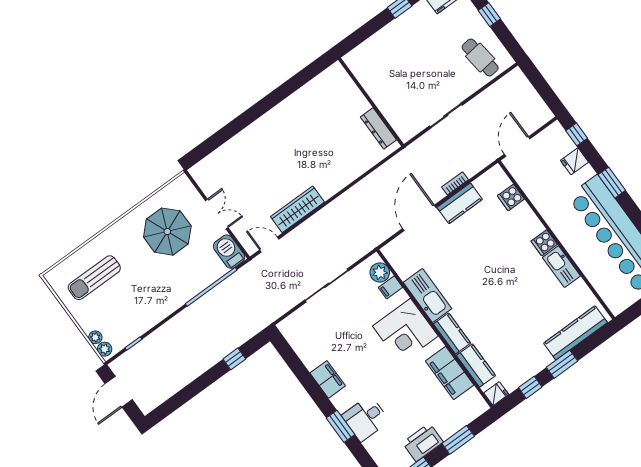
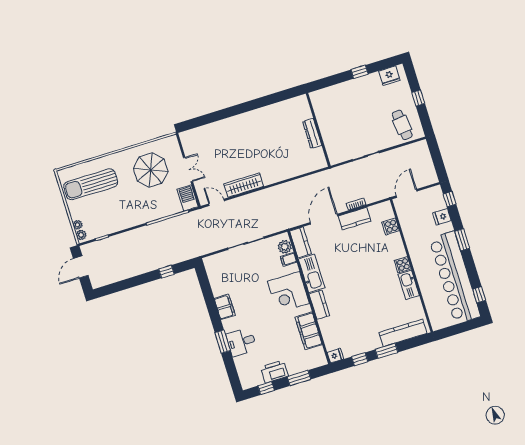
dresser: (378, 128) -> (312, 133), moved
sun lounger: (94, 278) -> (91, 184), width x1.36, depth x1.34
kitchen counter: (476, 365) -> (300, 242), moved

